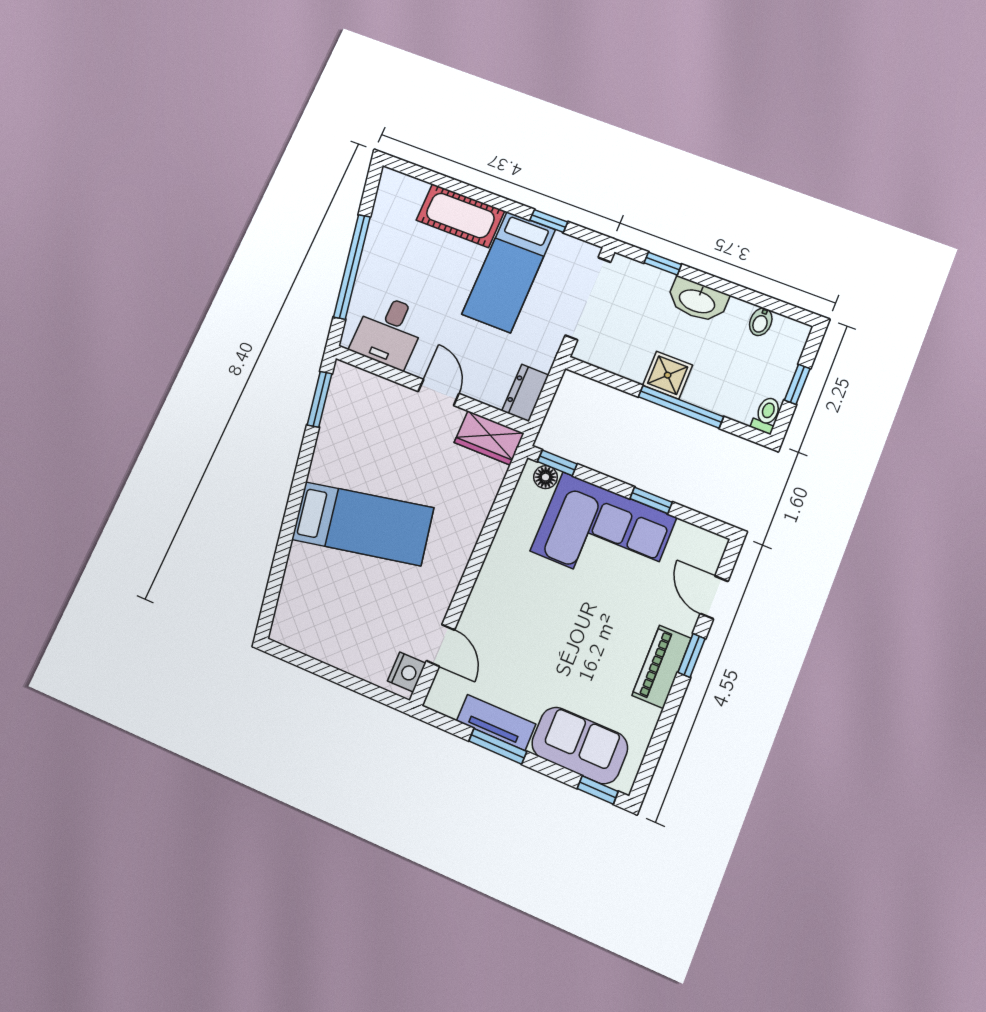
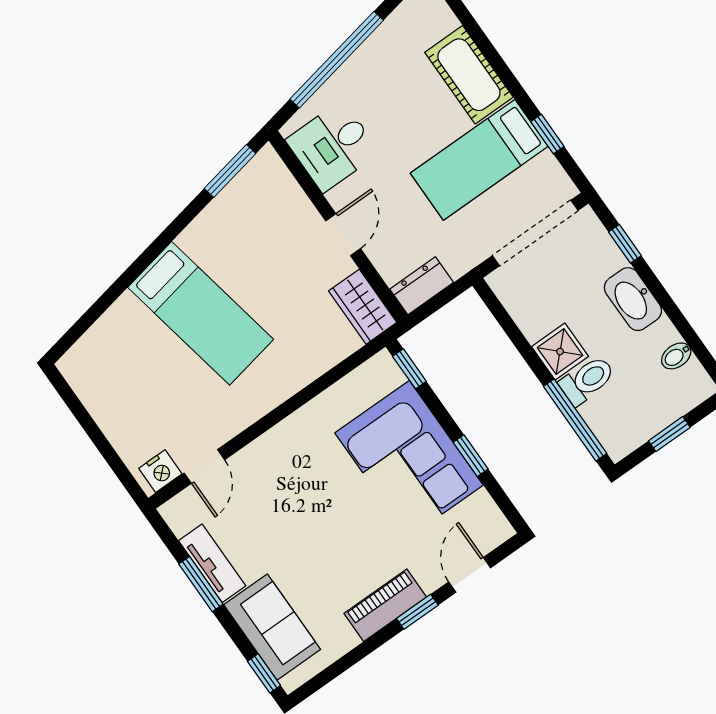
window: (681, 407) -> (575, 420), moved
toilet: (767, 415) -> (587, 380), moved, width x1.37, depth x1.39
floor lamp: (546, 477) -> (391, 375), removed

